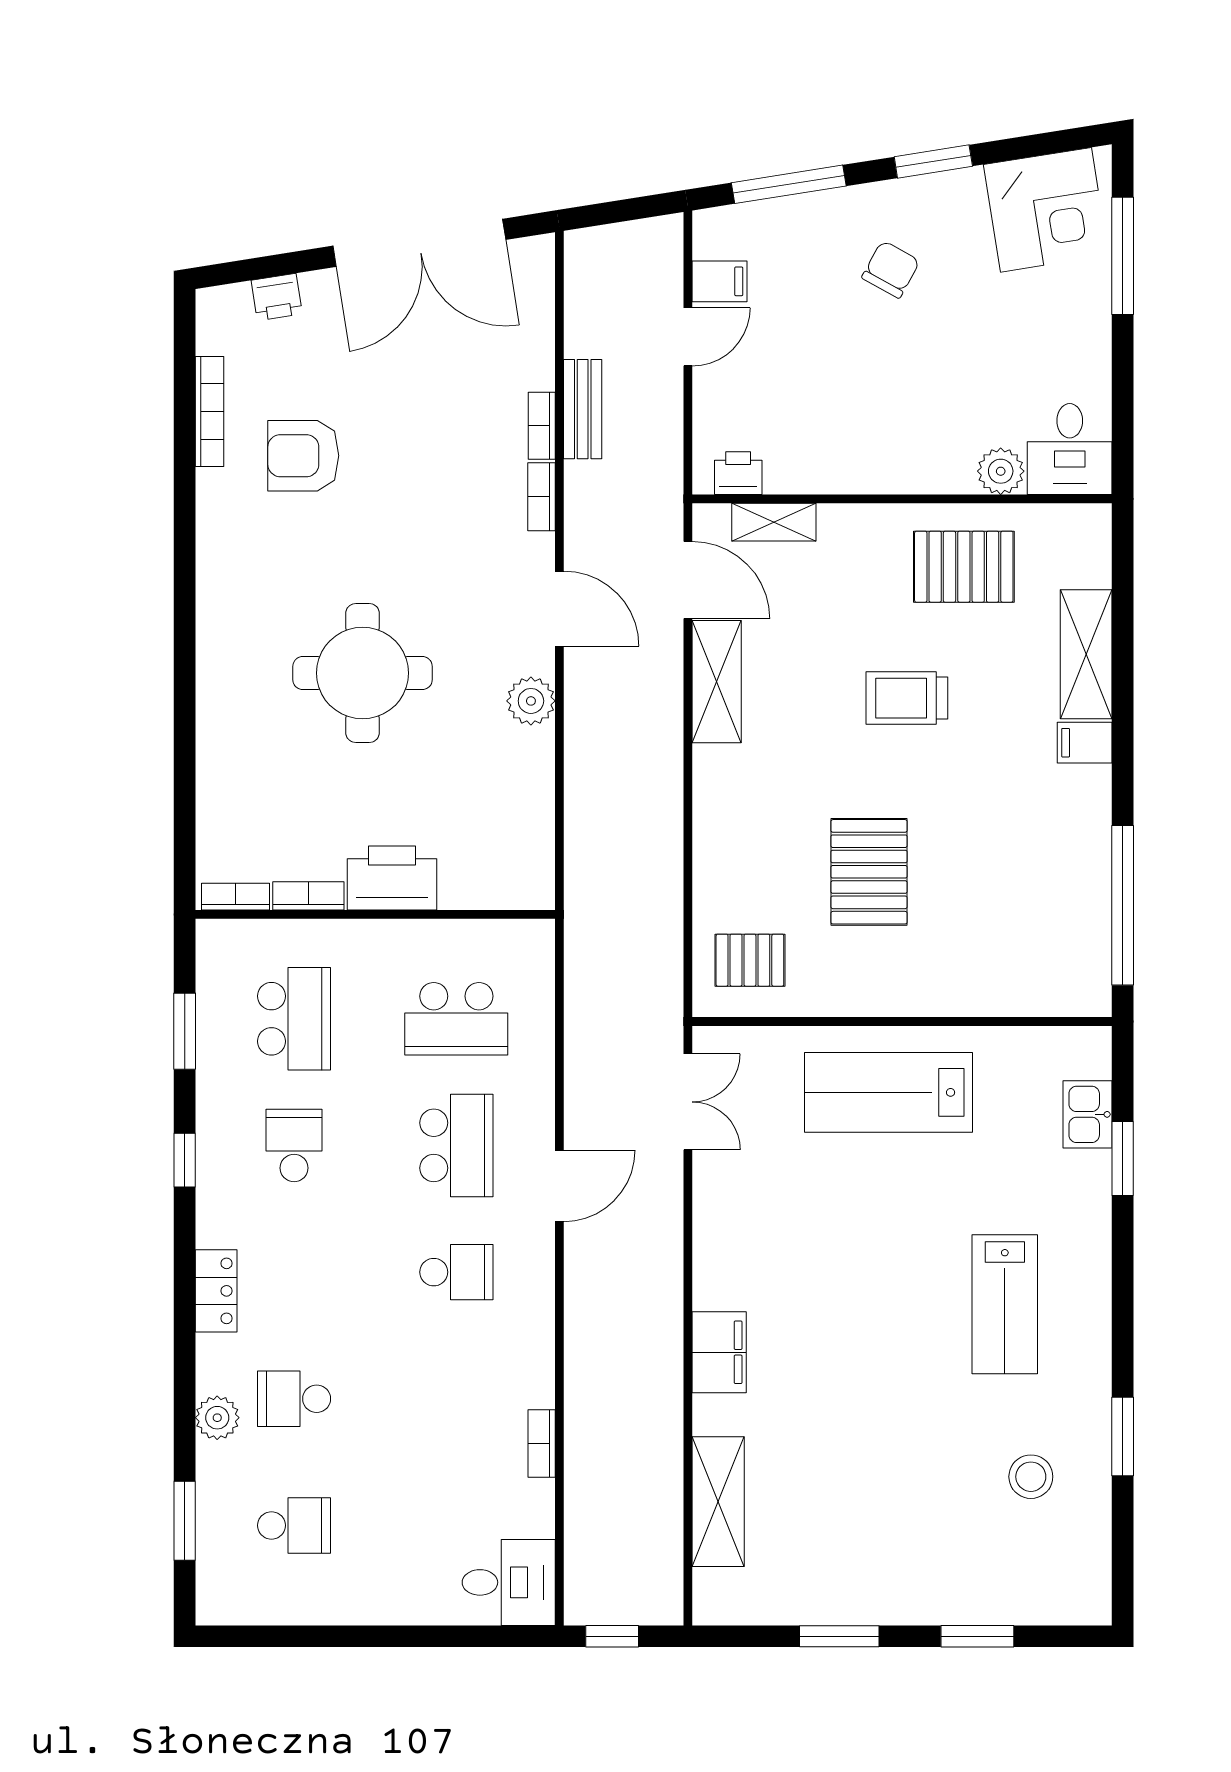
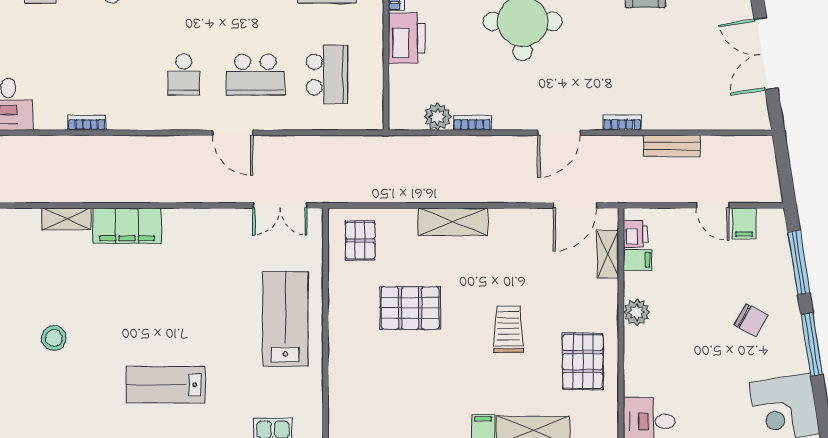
window: (933, 161) -> (812, 344), width x1.44
double door: (419, 243) -> (766, 54), width x0.73
bookcase: (542, 426) -> (472, 123), moved
filing cabinet: (784, 469) -> (638, 260), added
plant: (1001, 471) -> (637, 312), moved
shelving: (717, 682) -> (453, 222), moved
plant: (531, 701) -> (438, 117), moved
school desk: (456, 1019) -> (327, 75), turned 180
filing cabinet: (719, 1352) -> (127, 226), width x1.50, depth x1.17
stool: (1031, 1477) -> (54, 338), moved
shelving: (718, 1502) -> (66, 219), width x0.67, depth x0.75

